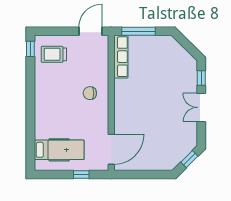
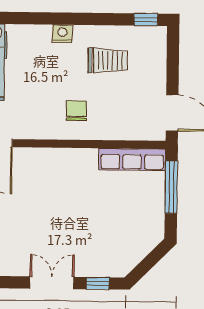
trolley: (54, 54) -> (108, 61), moved, turned 90
nightstand: (40, 103) -> (62, 34), added

